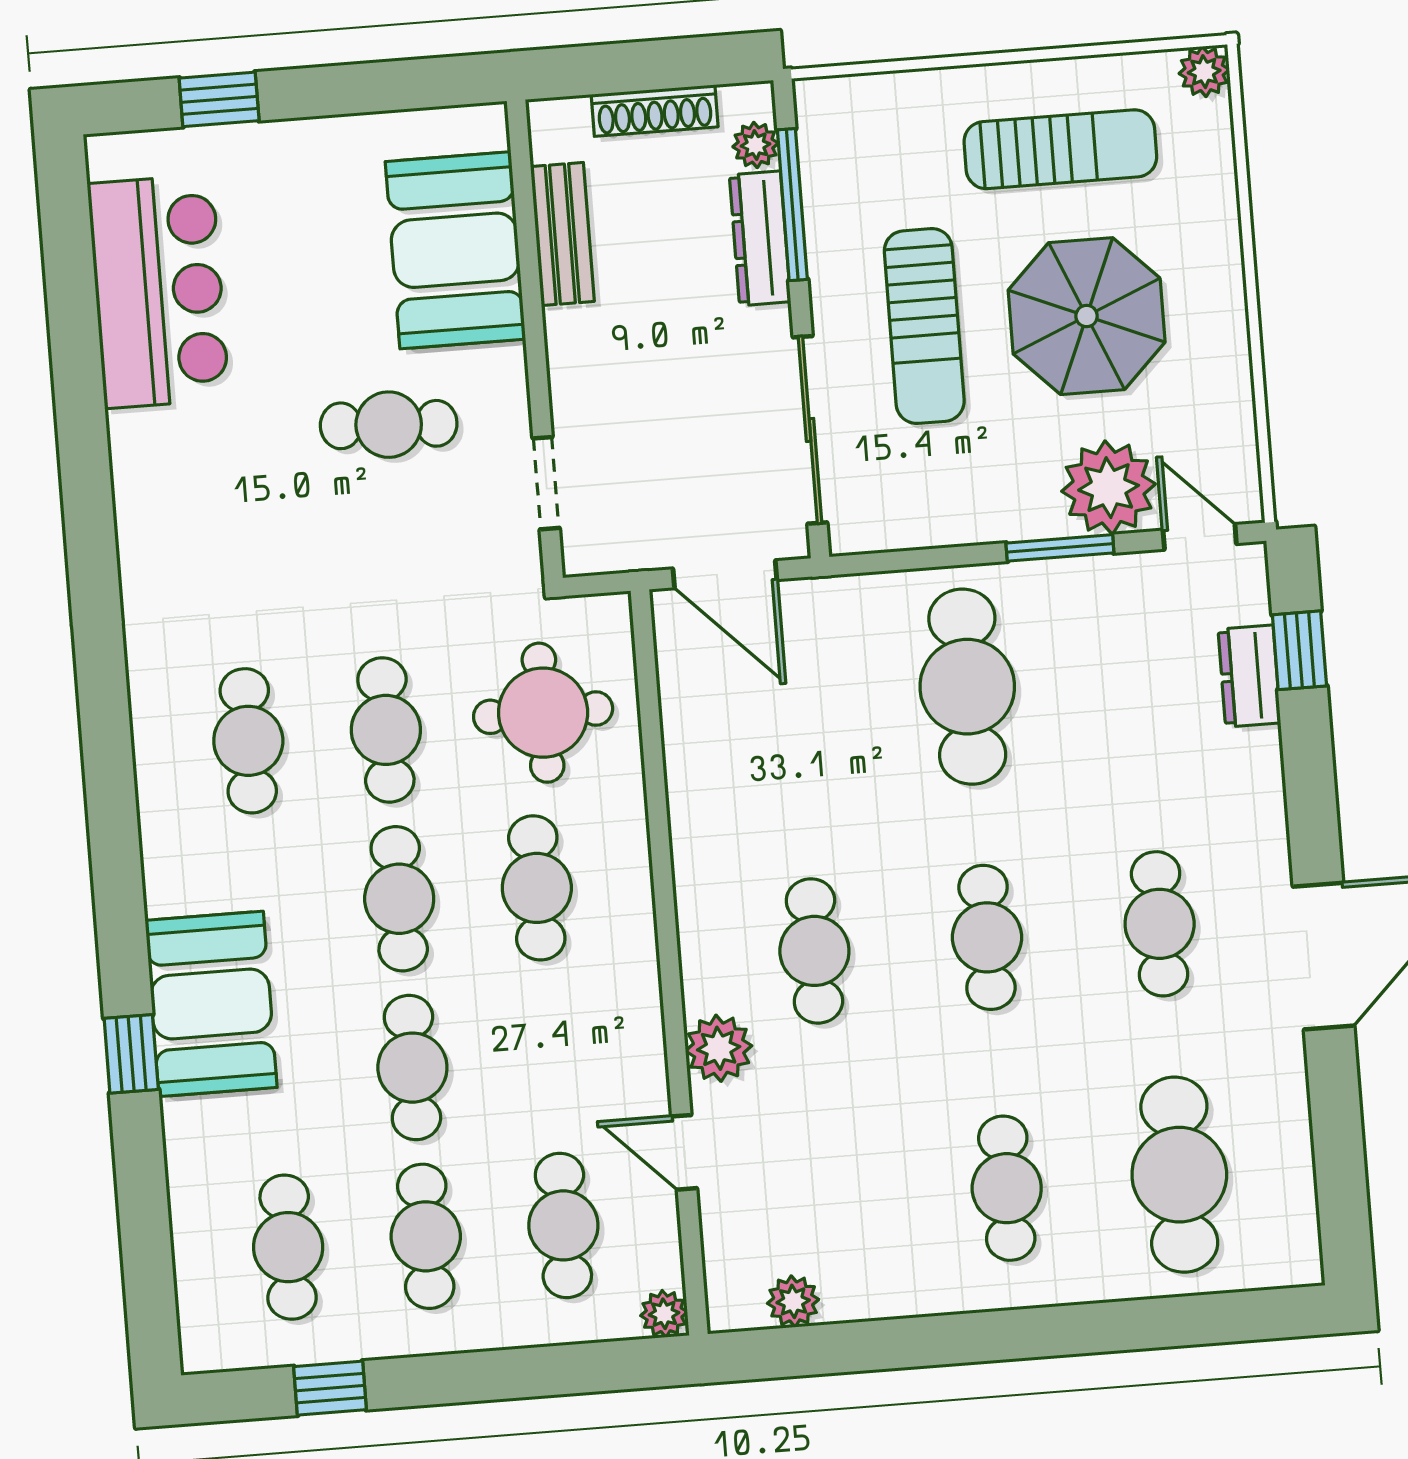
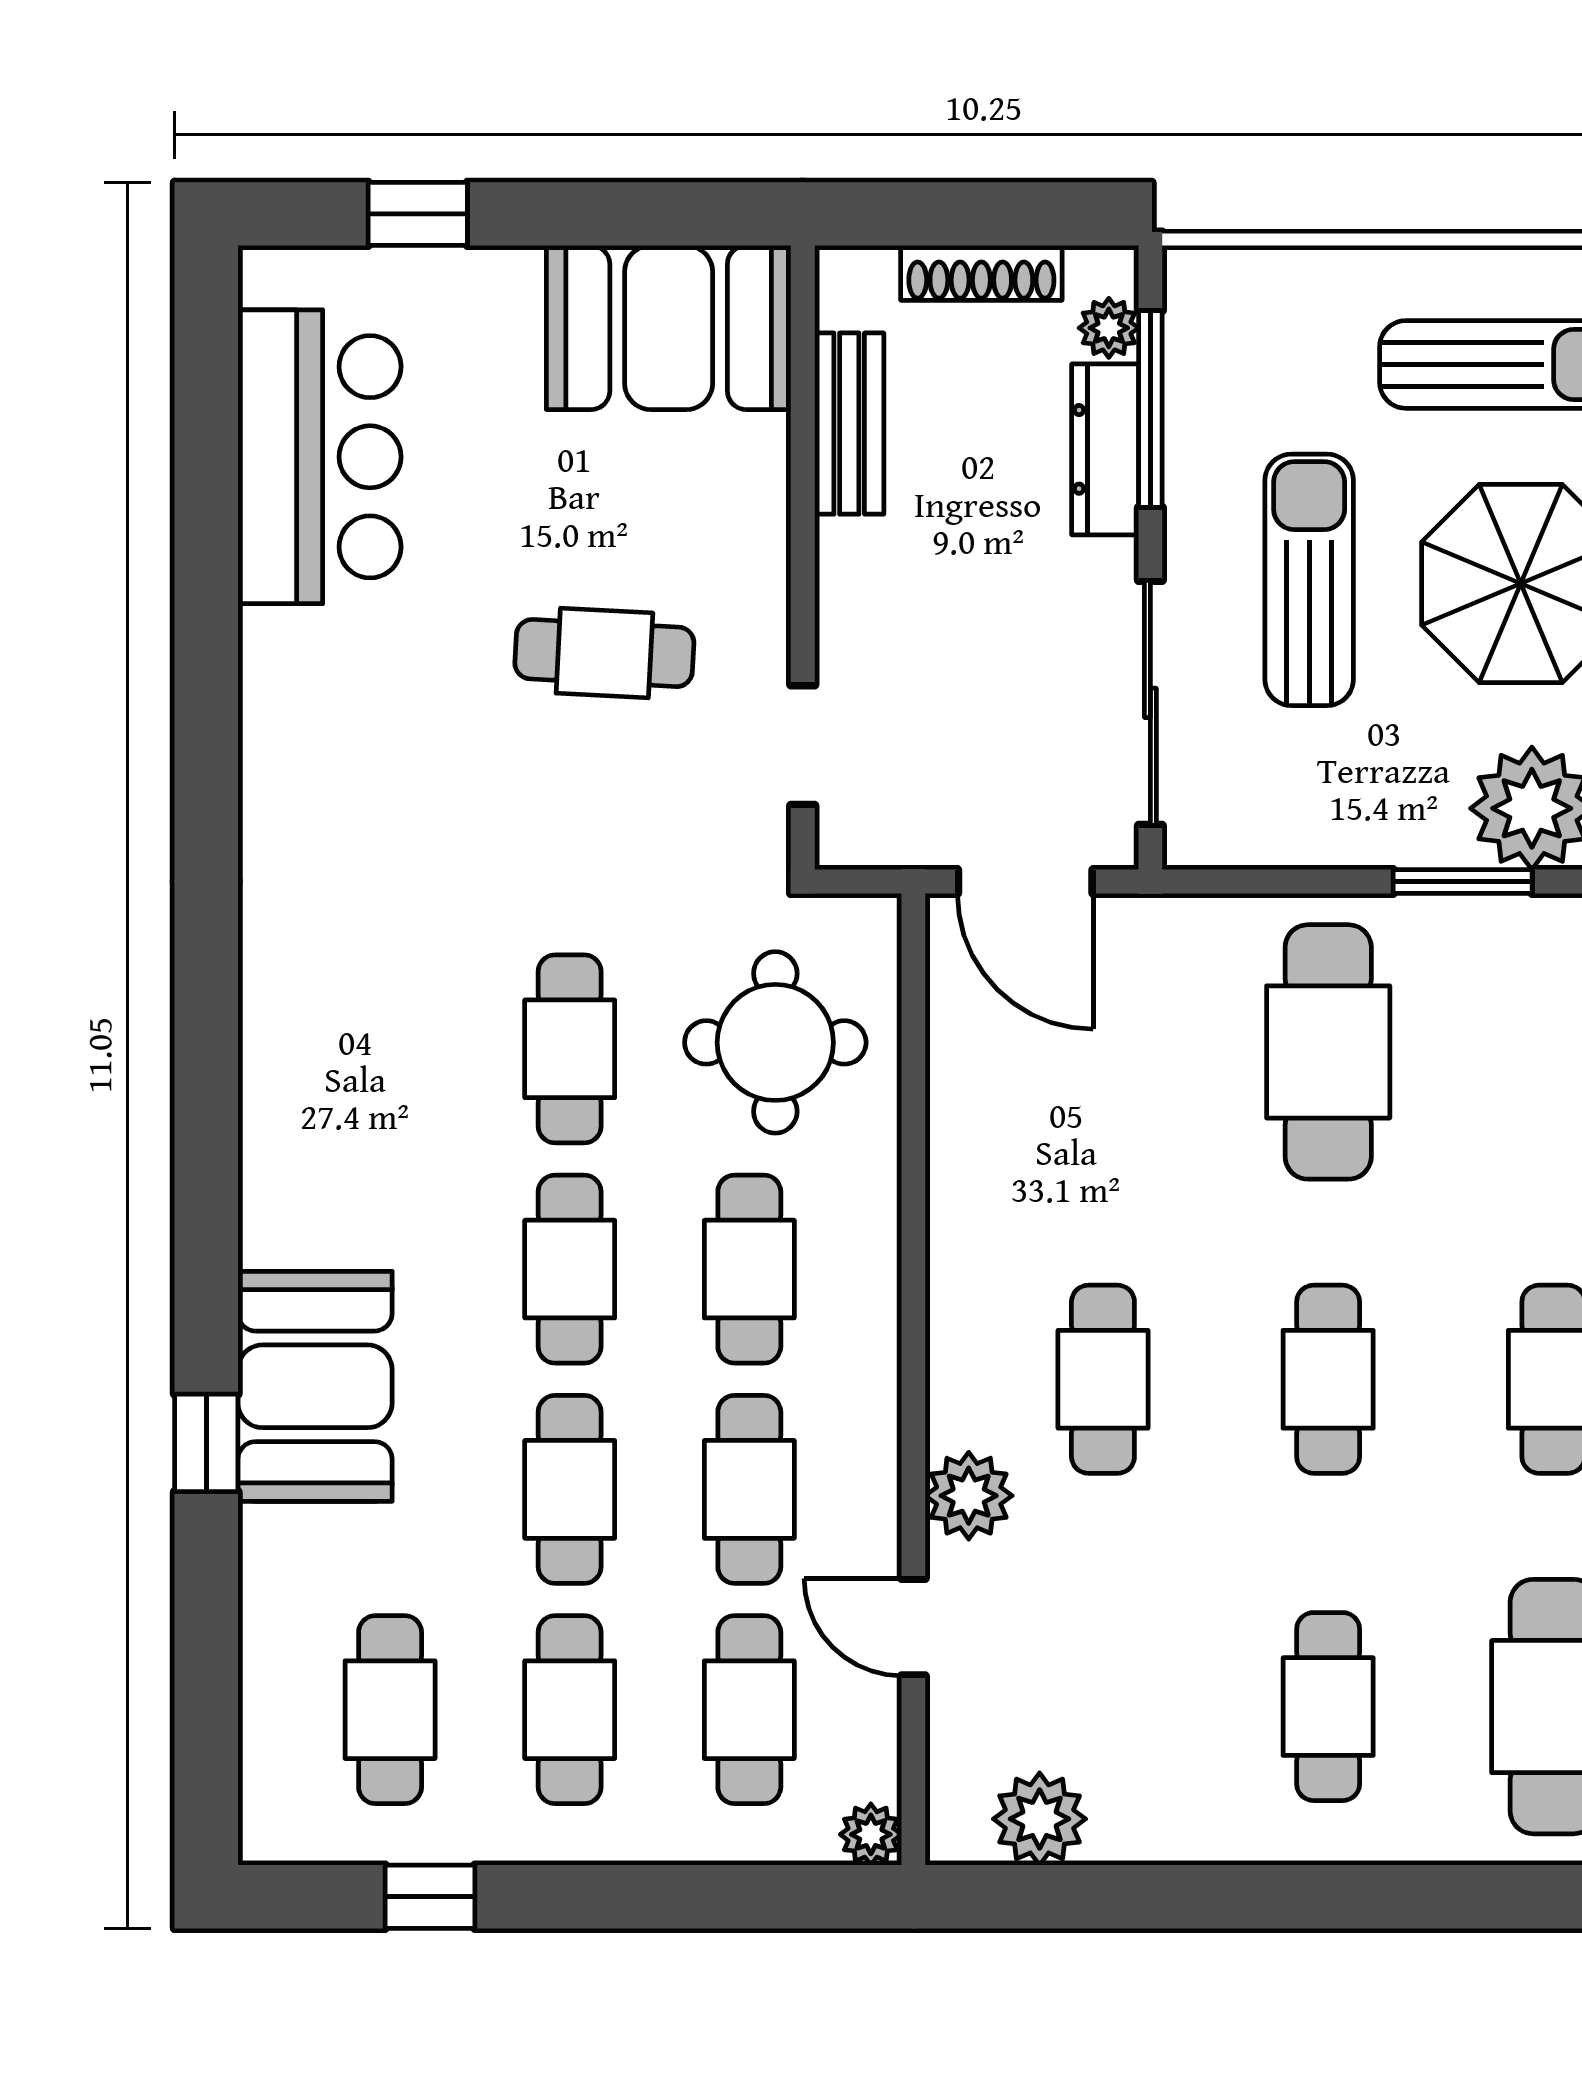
booth: (455, 250) -> (669, 328), moved, turned 90
sun lounger: (924, 326) -> (1309, 580), turned 180
cafe table: (248, 741) -> (749, 1489), moved
plant: (793, 1301) -> (1040, 1819), width x1.38, depth x1.38

